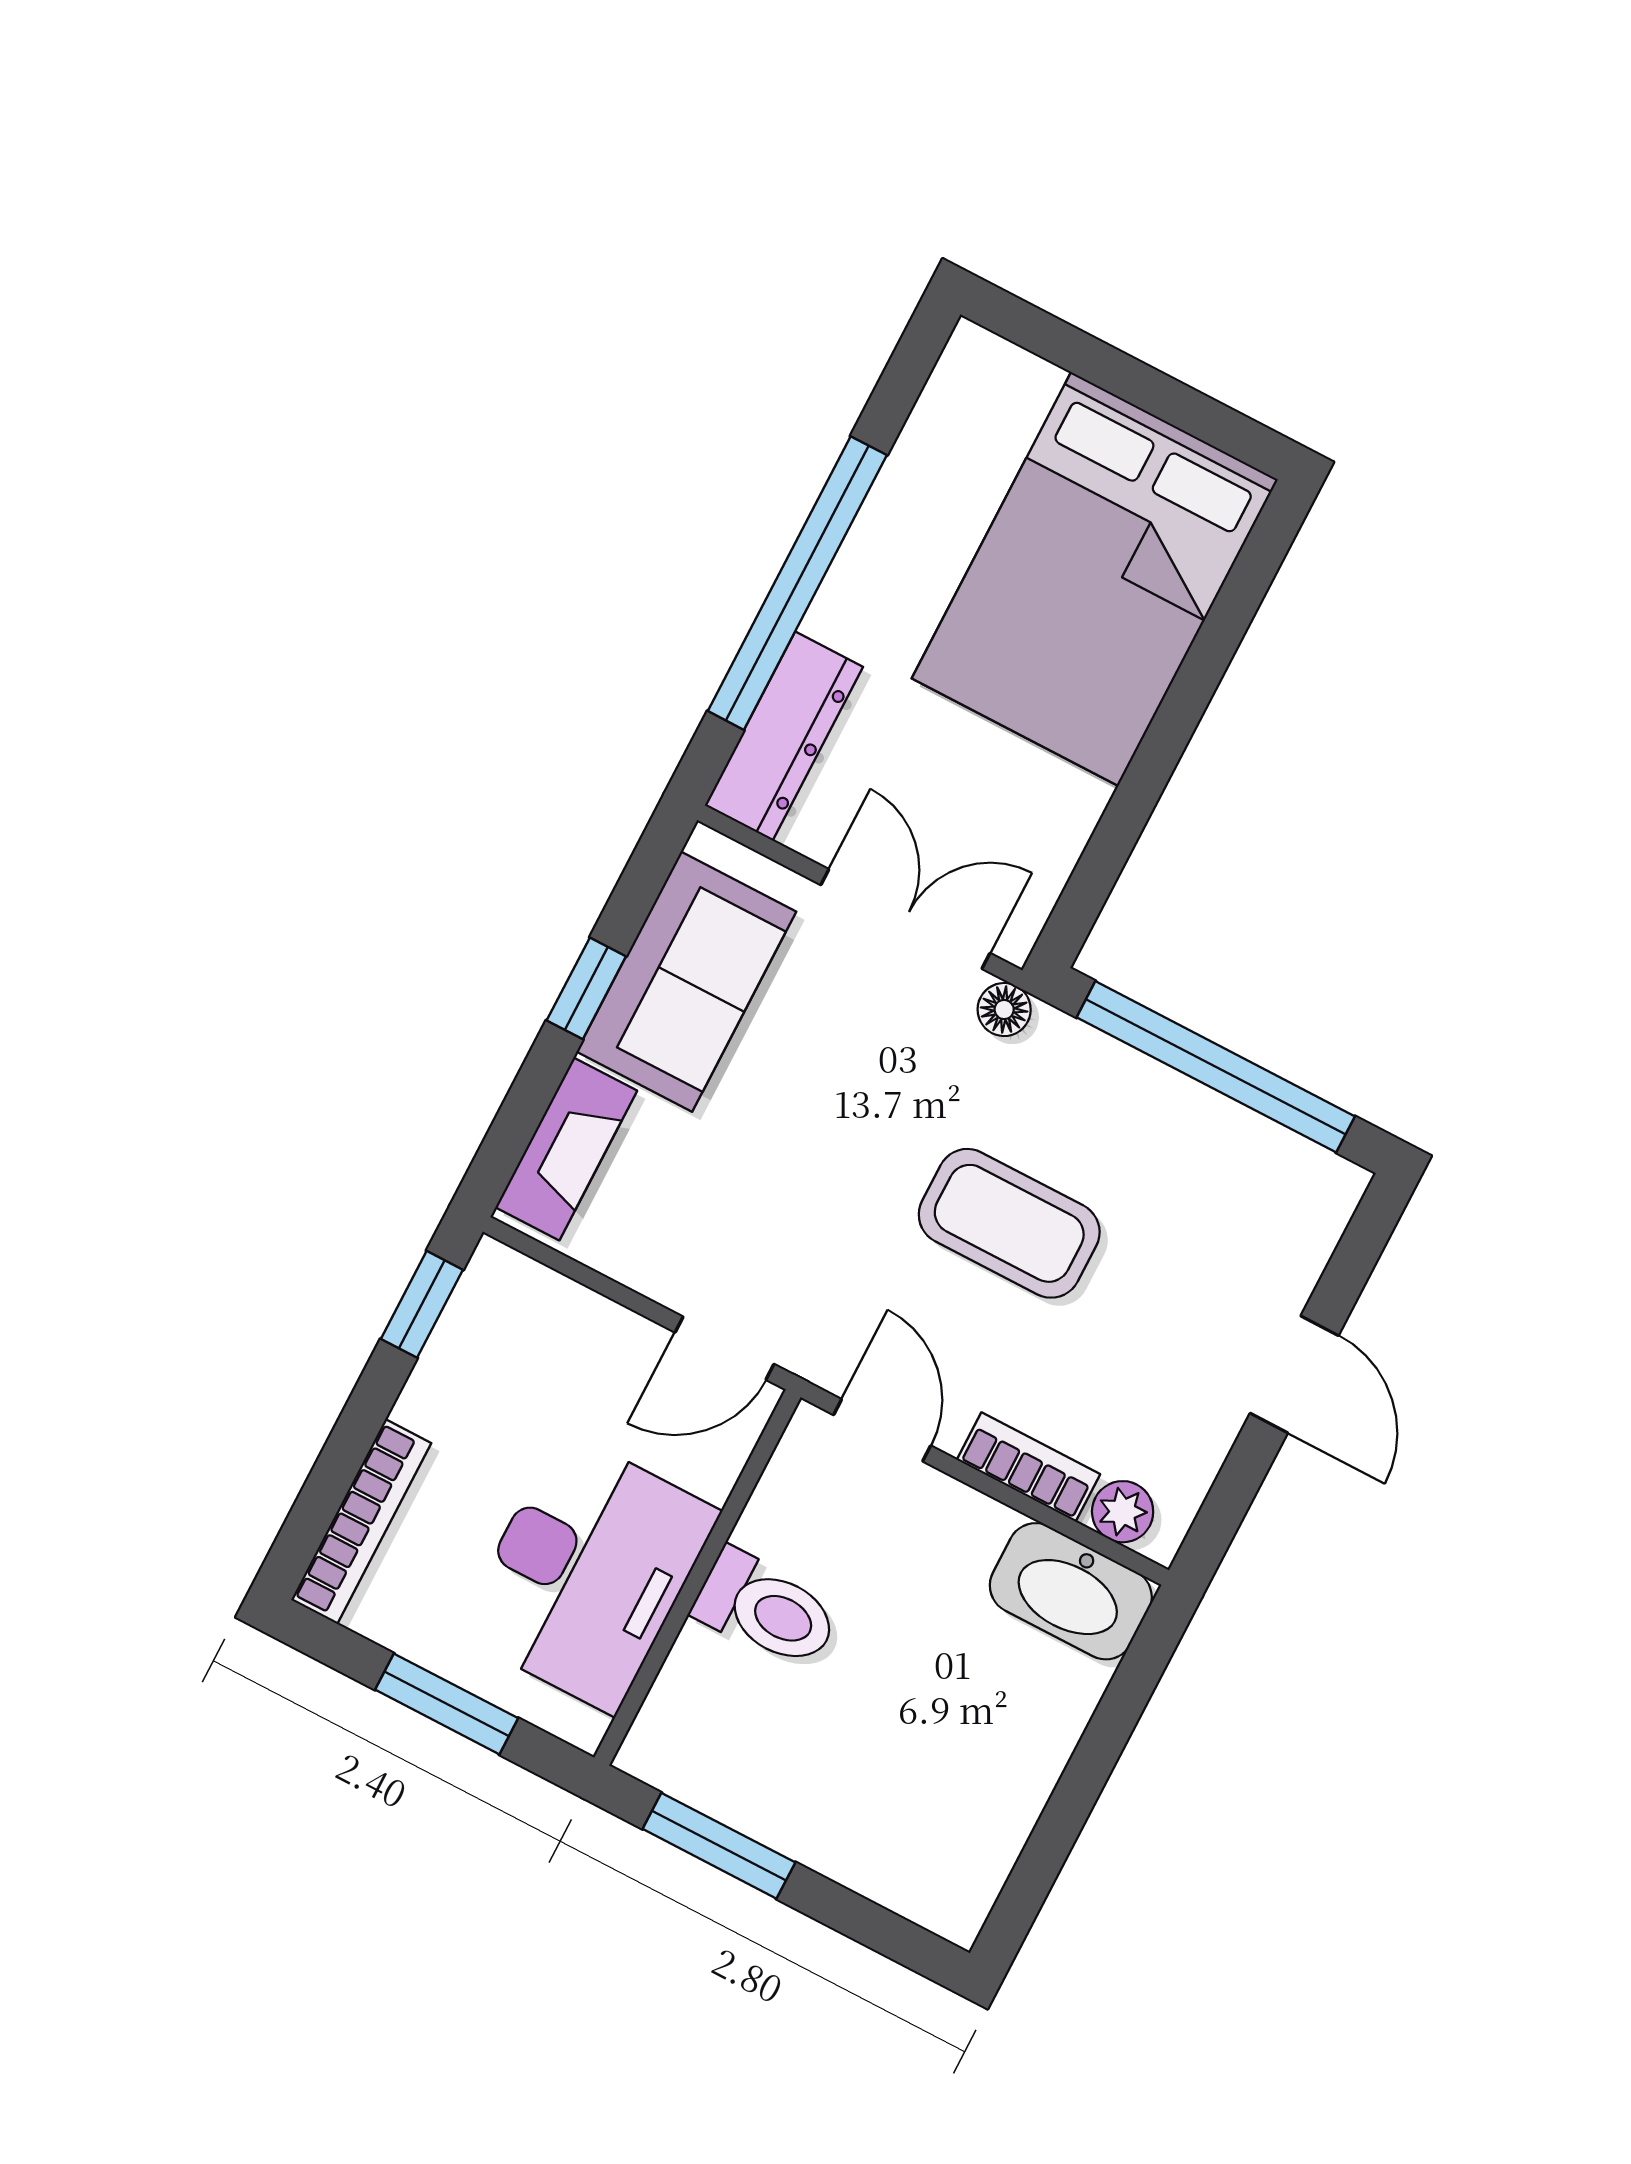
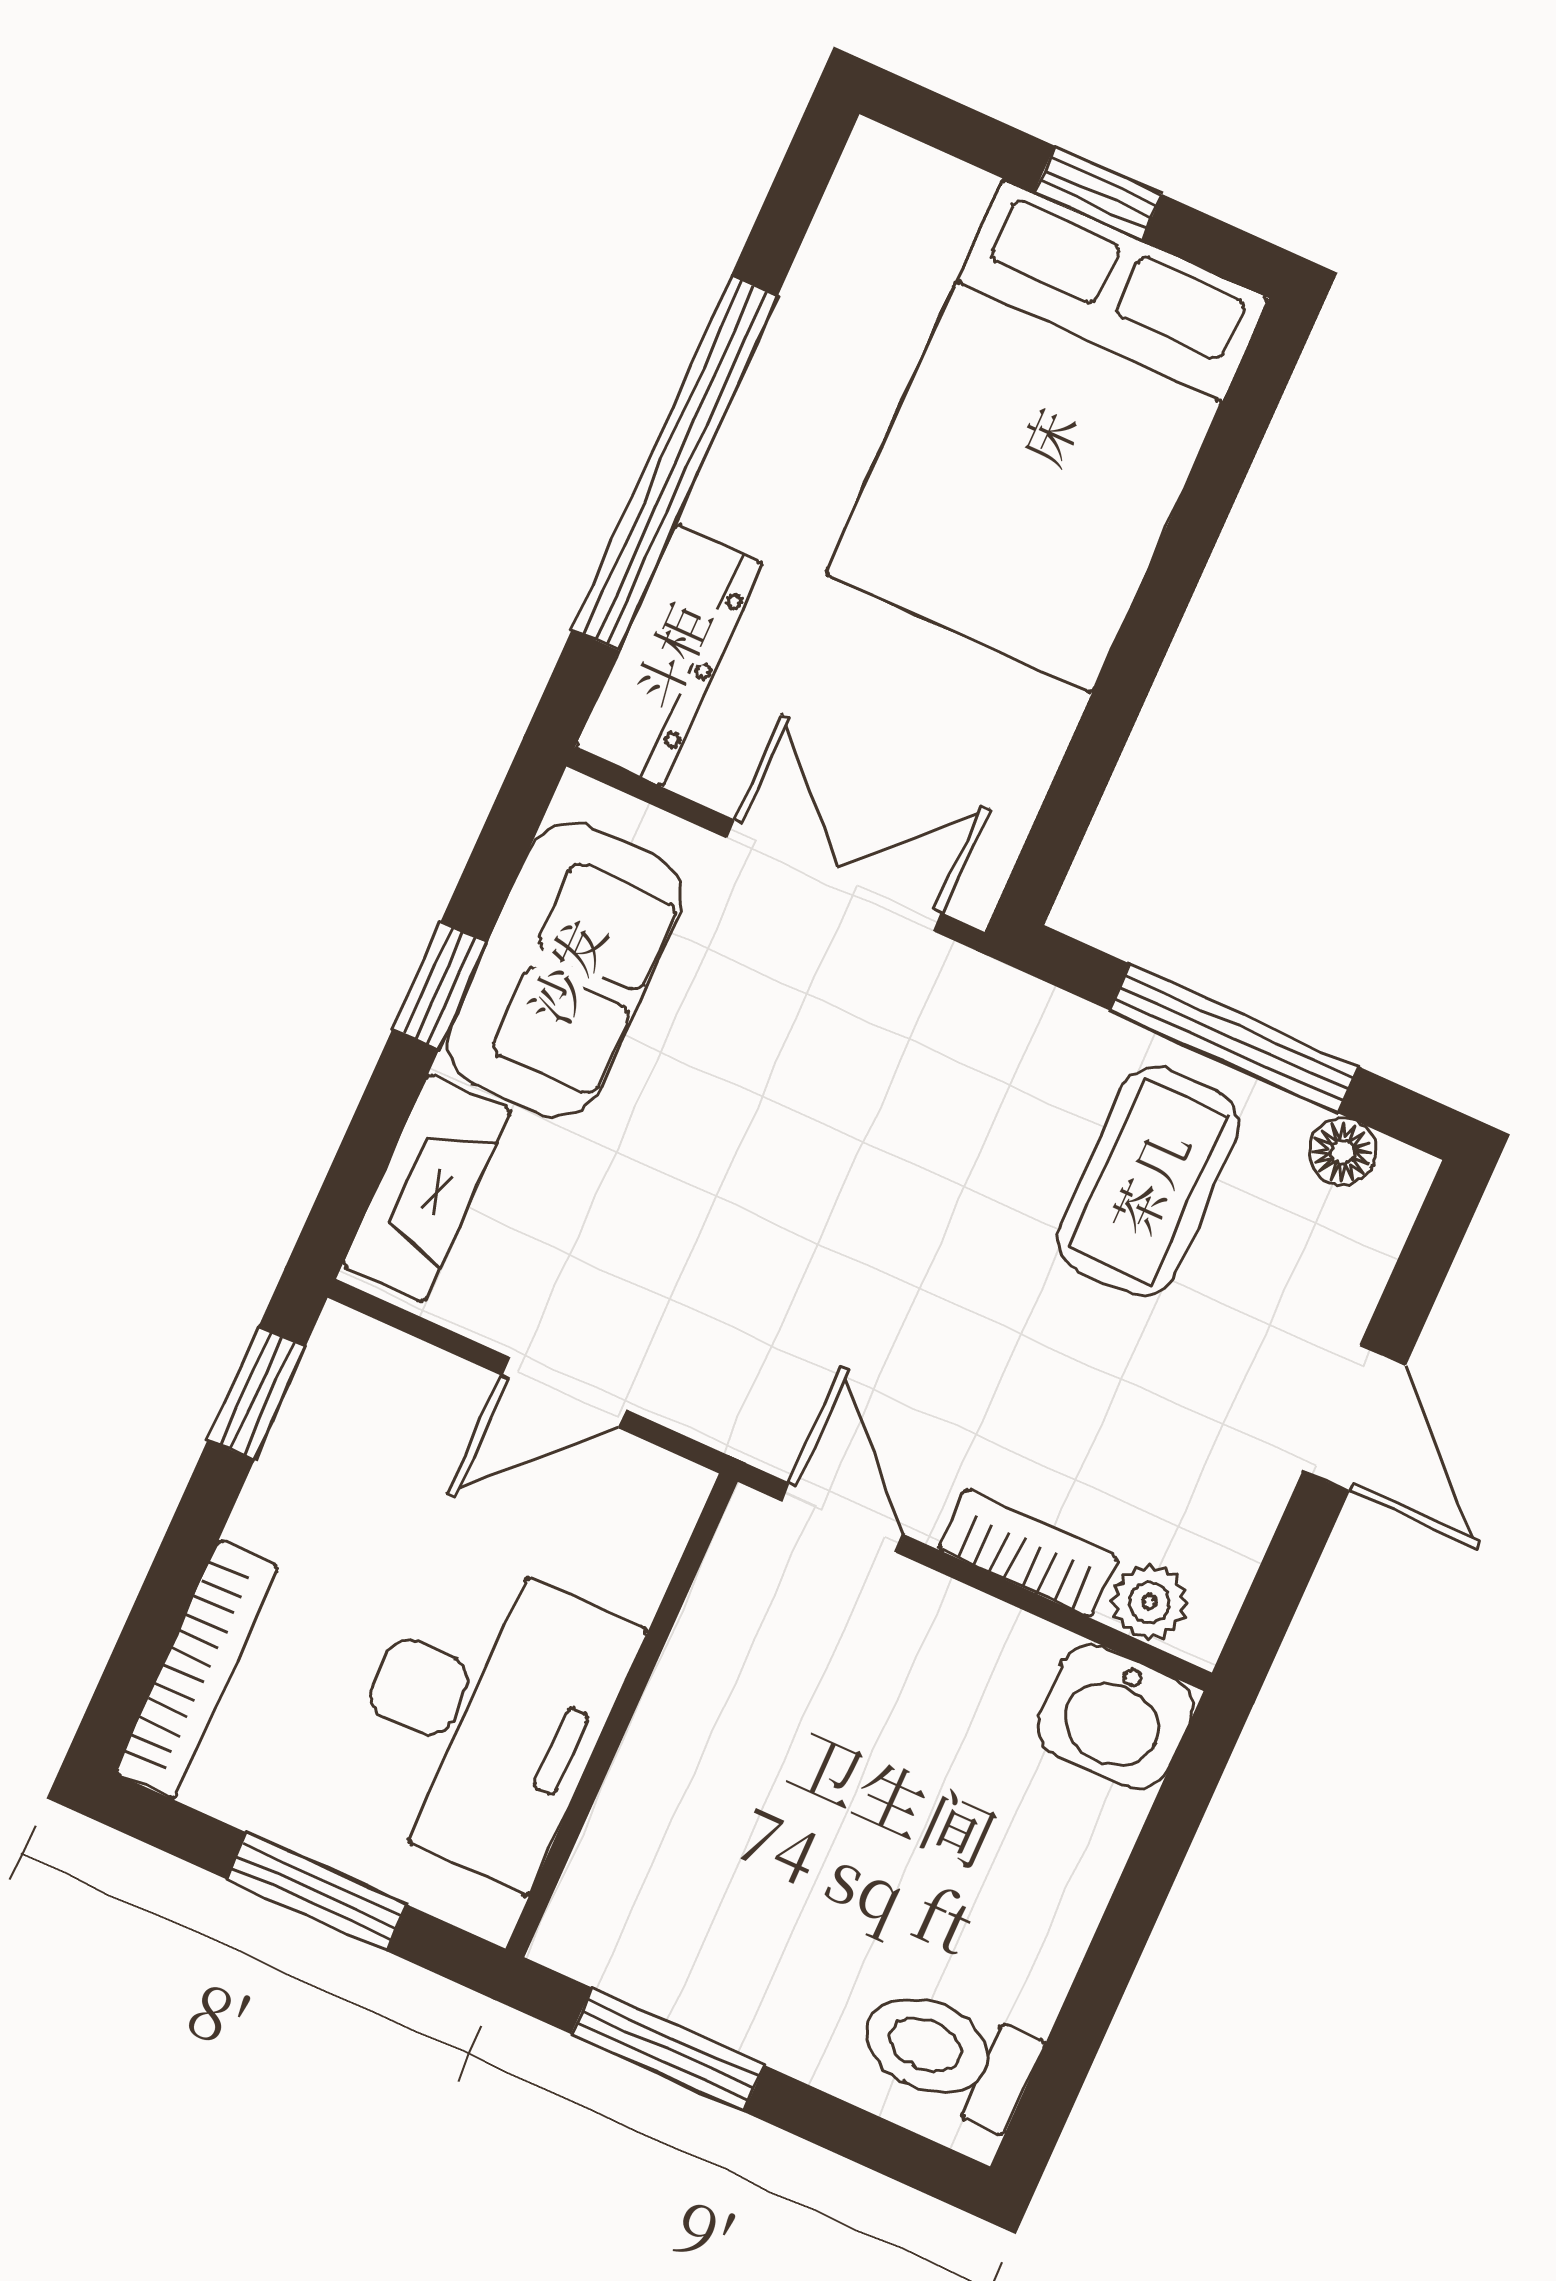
window: (1147, 388) -> (1098, 193), added
floor lamp: (1004, 1010) -> (1343, 1152), moved
window: (1216, 1067) -> (1234, 1038), width x0.68
coffee table: (1009, 1223) -> (1148, 1182), moved, turned 90
door: (725, 1348) -> (564, 1392), moved
washbasin: (1071, 1591) -> (1115, 1717), width x0.72
toilet: (766, 1609) -> (947, 2054), moved, turned 180

